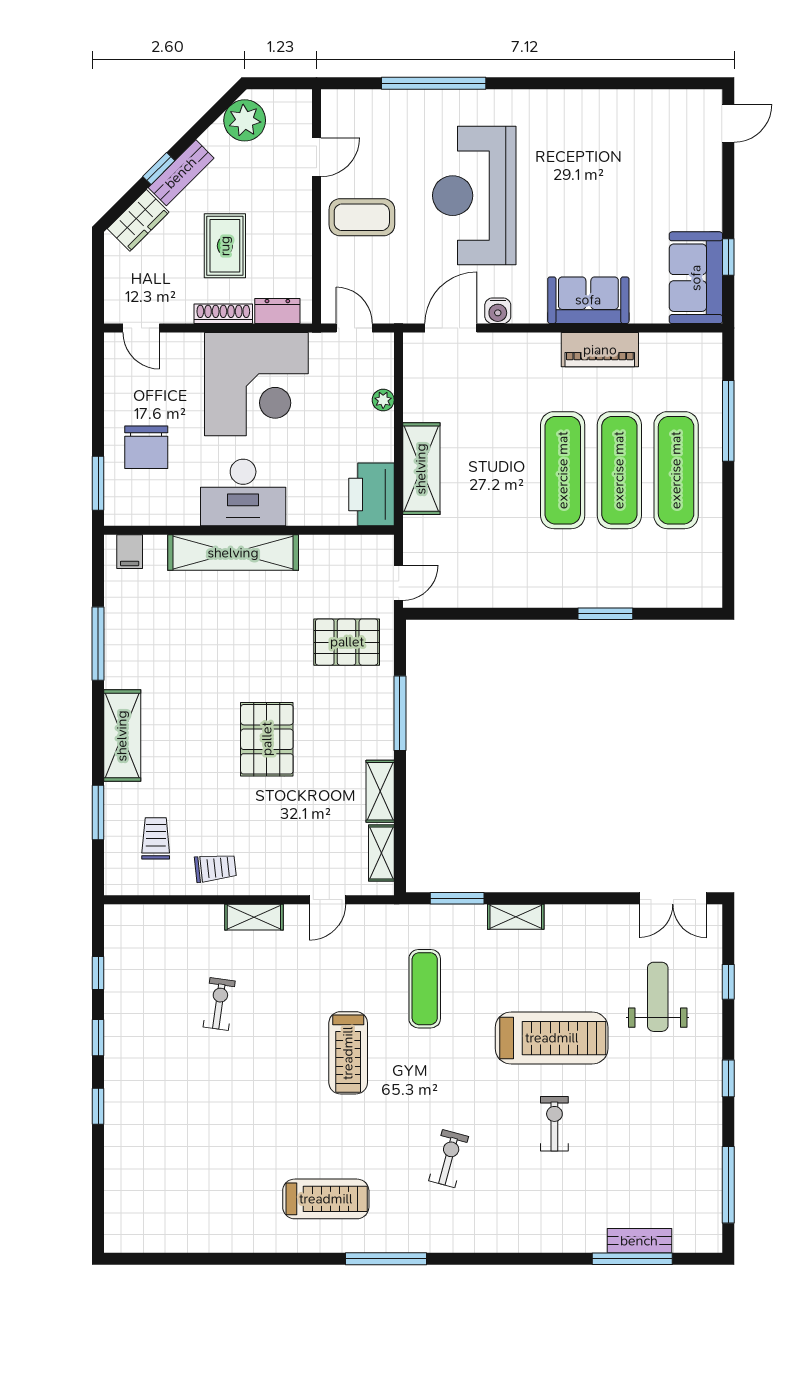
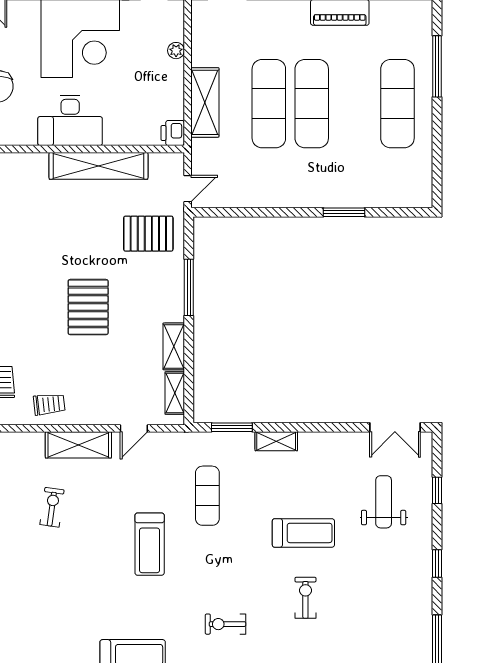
exercise mat: (619, 470) -> (269, 104), moved
printer: (371, 494) -> (173, 133), width x0.53, depth x0.68
shelving: (233, 553) -> (98, 166), moved
shelving: (254, 917) -> (78, 445), width x1.50, depth x1.33
treadmill: (552, 1038) -> (303, 533), width x0.73, depth x0.73
exercise bike: (449, 1159) -> (225, 624), turned -105

